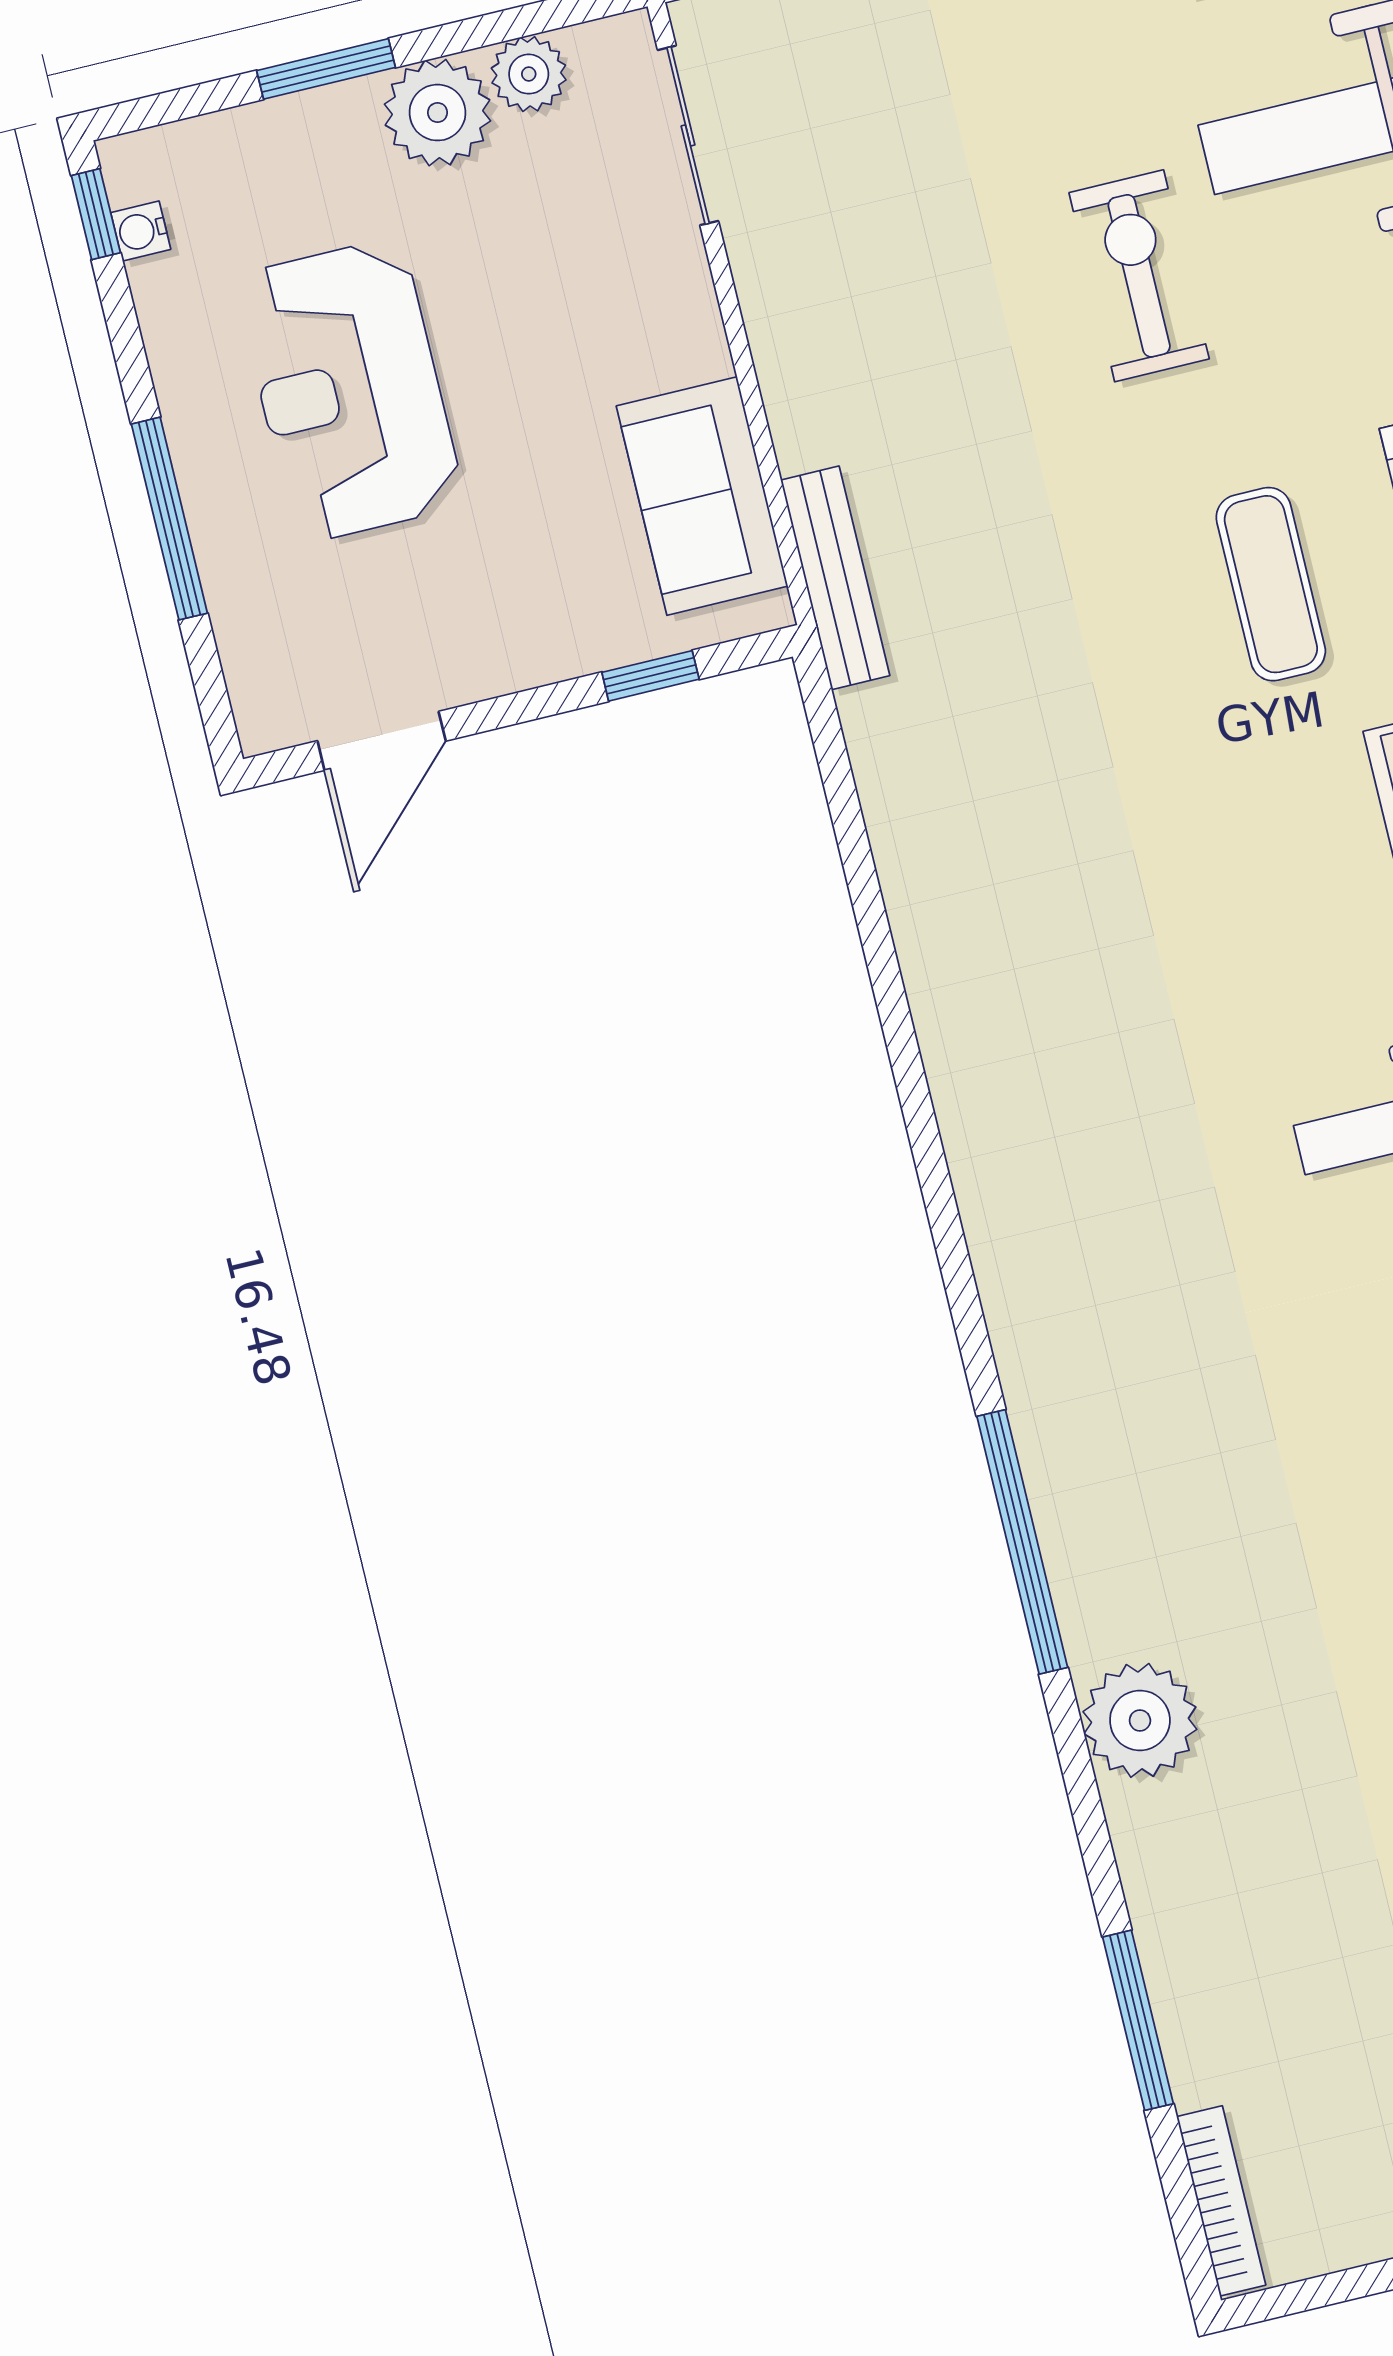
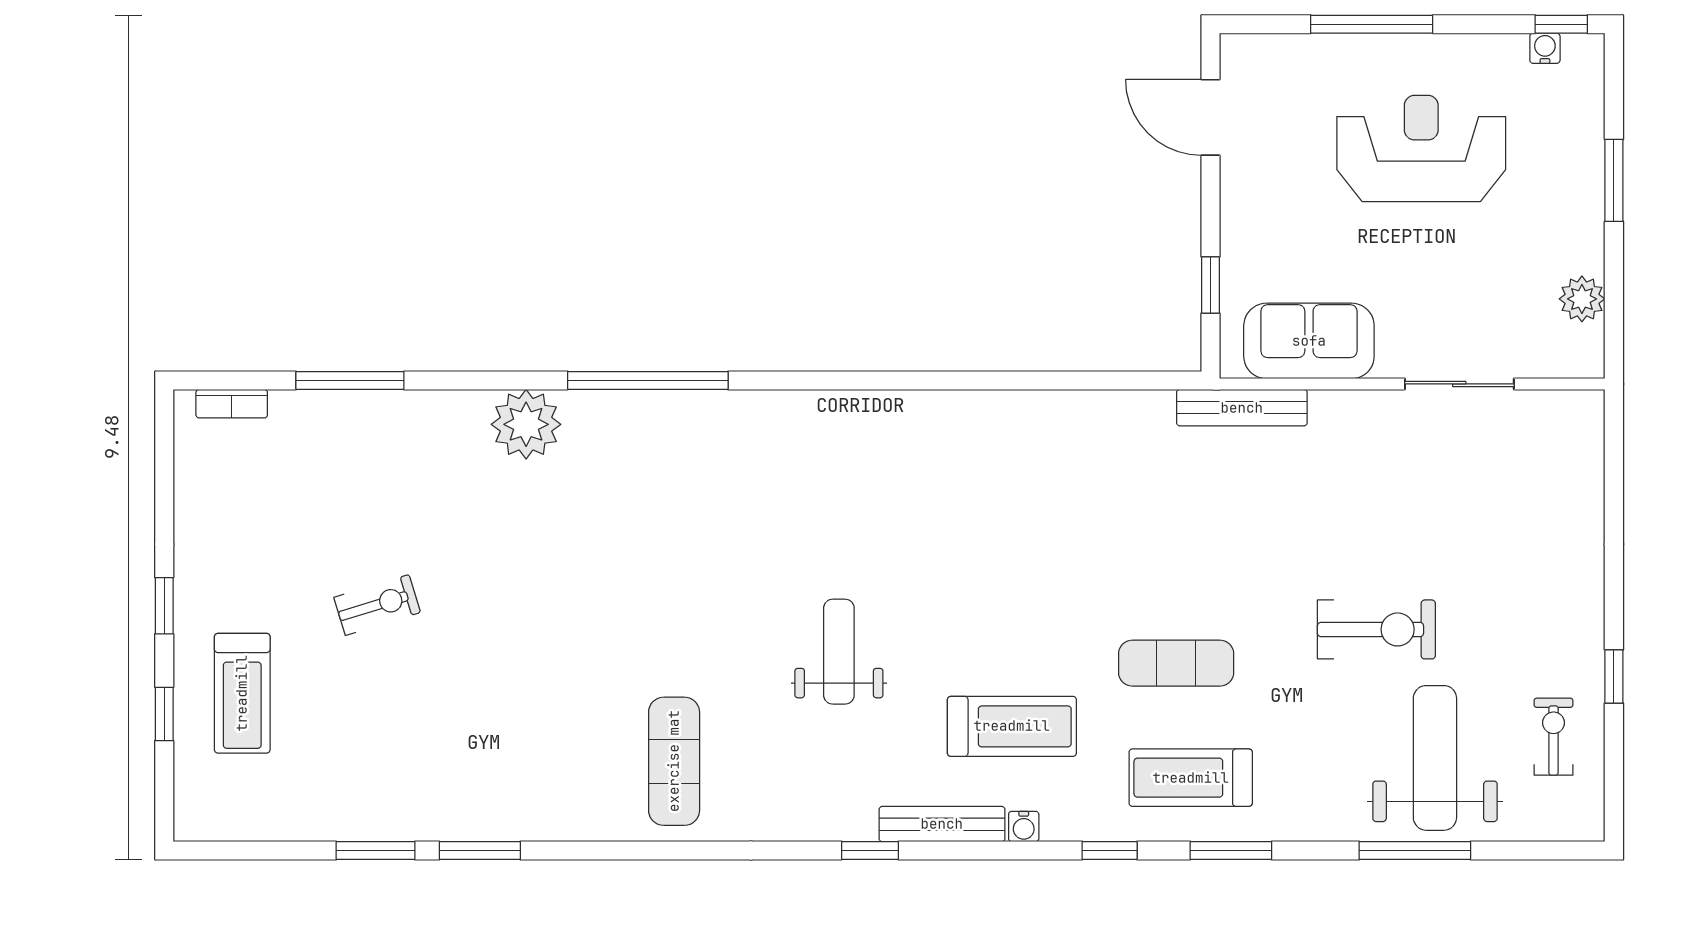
plant: (437, 113) -> (1572, 240), removed
sliding door: (688, 135) -> (1459, 384), moved
bookcase: (1221, 2201) -> (232, 404), width x0.64

